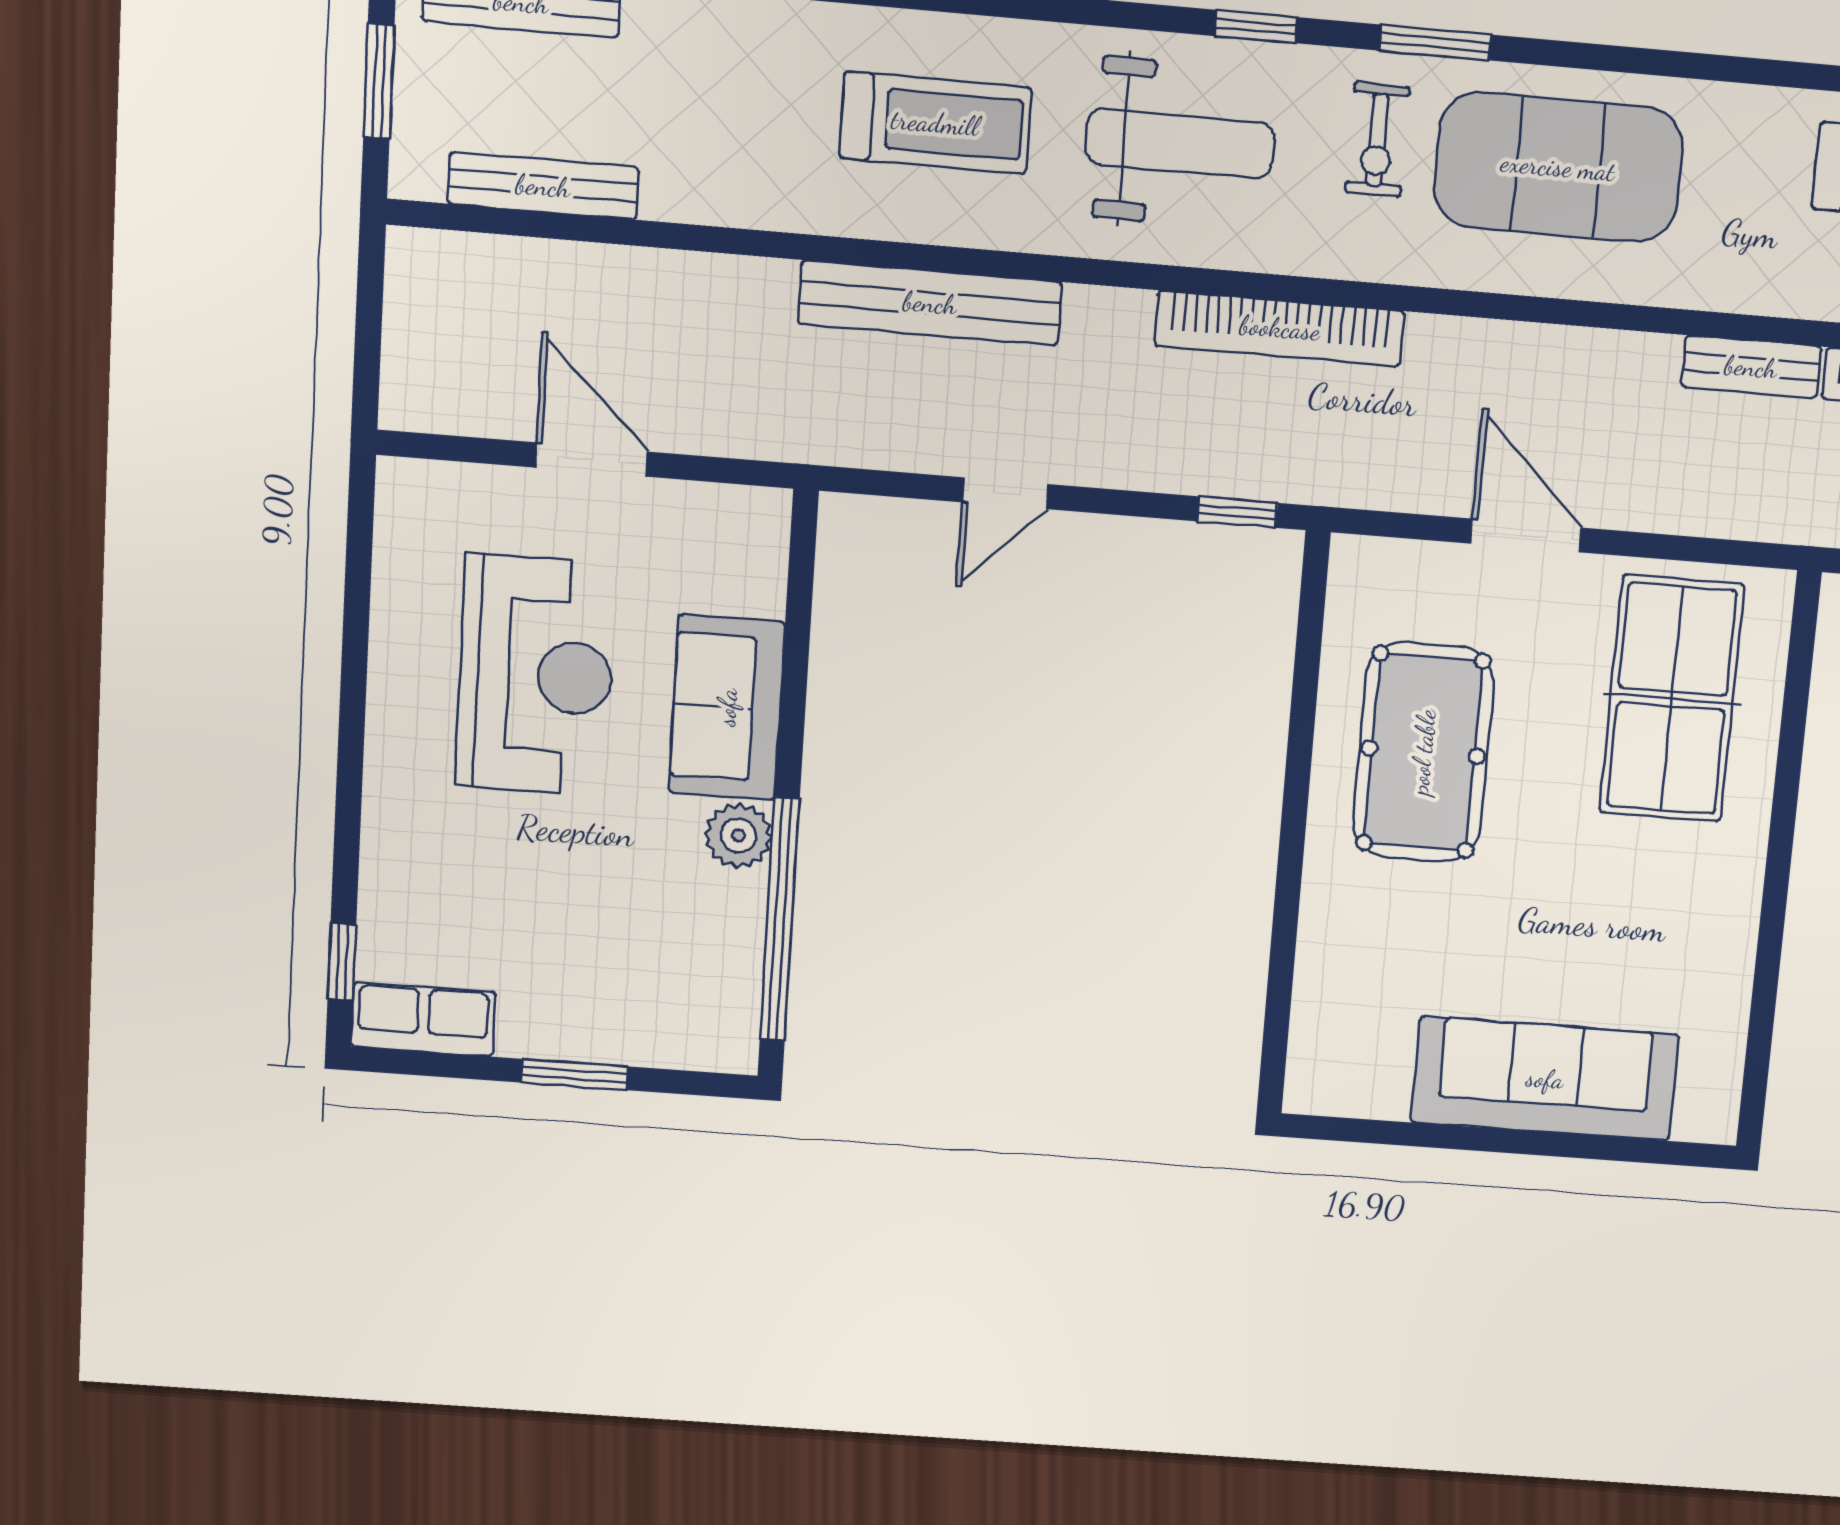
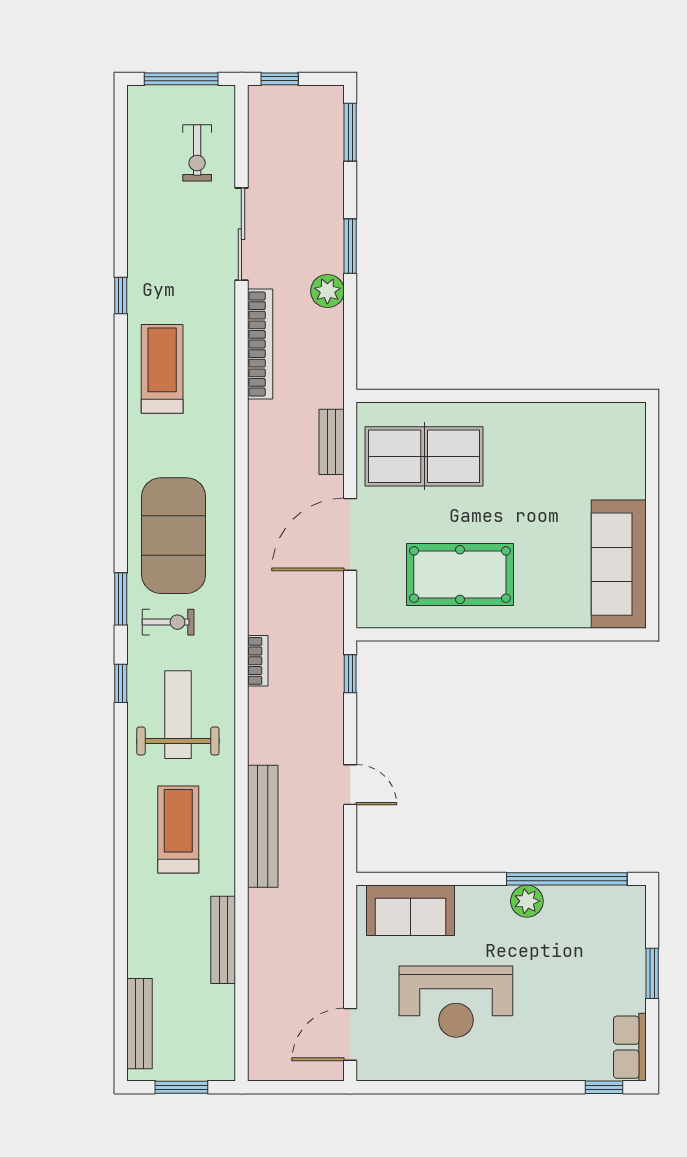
bench: (543, 186) -> (223, 940), moved
bookcase: (1280, 328) -> (258, 661), width x0.43, depth x0.76
bench: (1751, 367) -> (332, 442), moved
door: (592, 460) -> (350, 1034), moved
door: (1526, 536) -> (350, 534), width x1.36
reception desk: (535, 675) -> (456, 1002), turned 180
sofa: (727, 707) -> (411, 910), moved
sofa: (1545, 1079) -> (619, 564), moved

